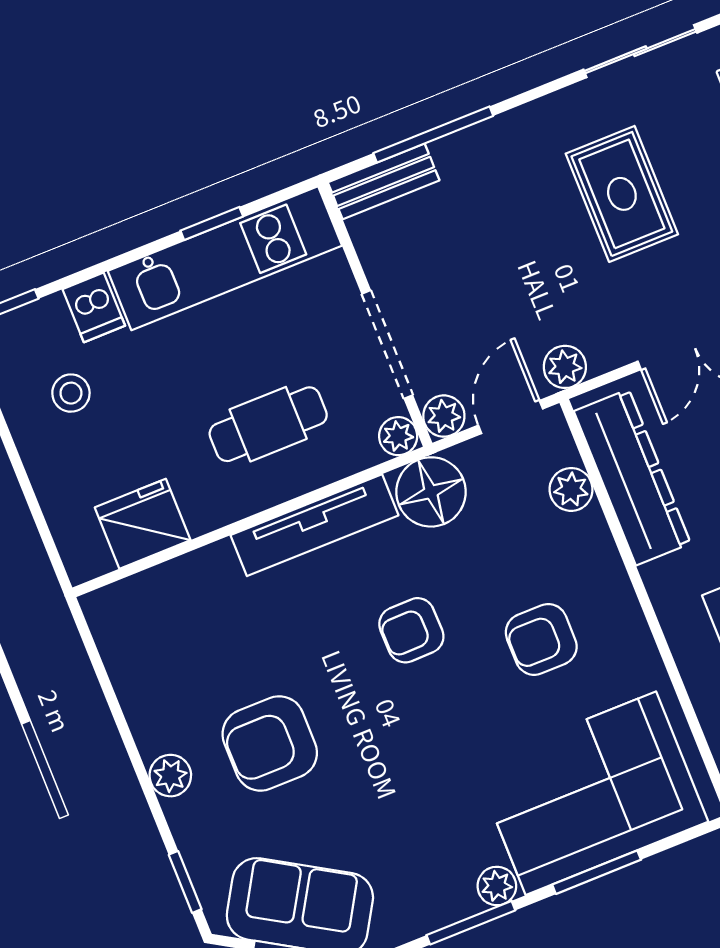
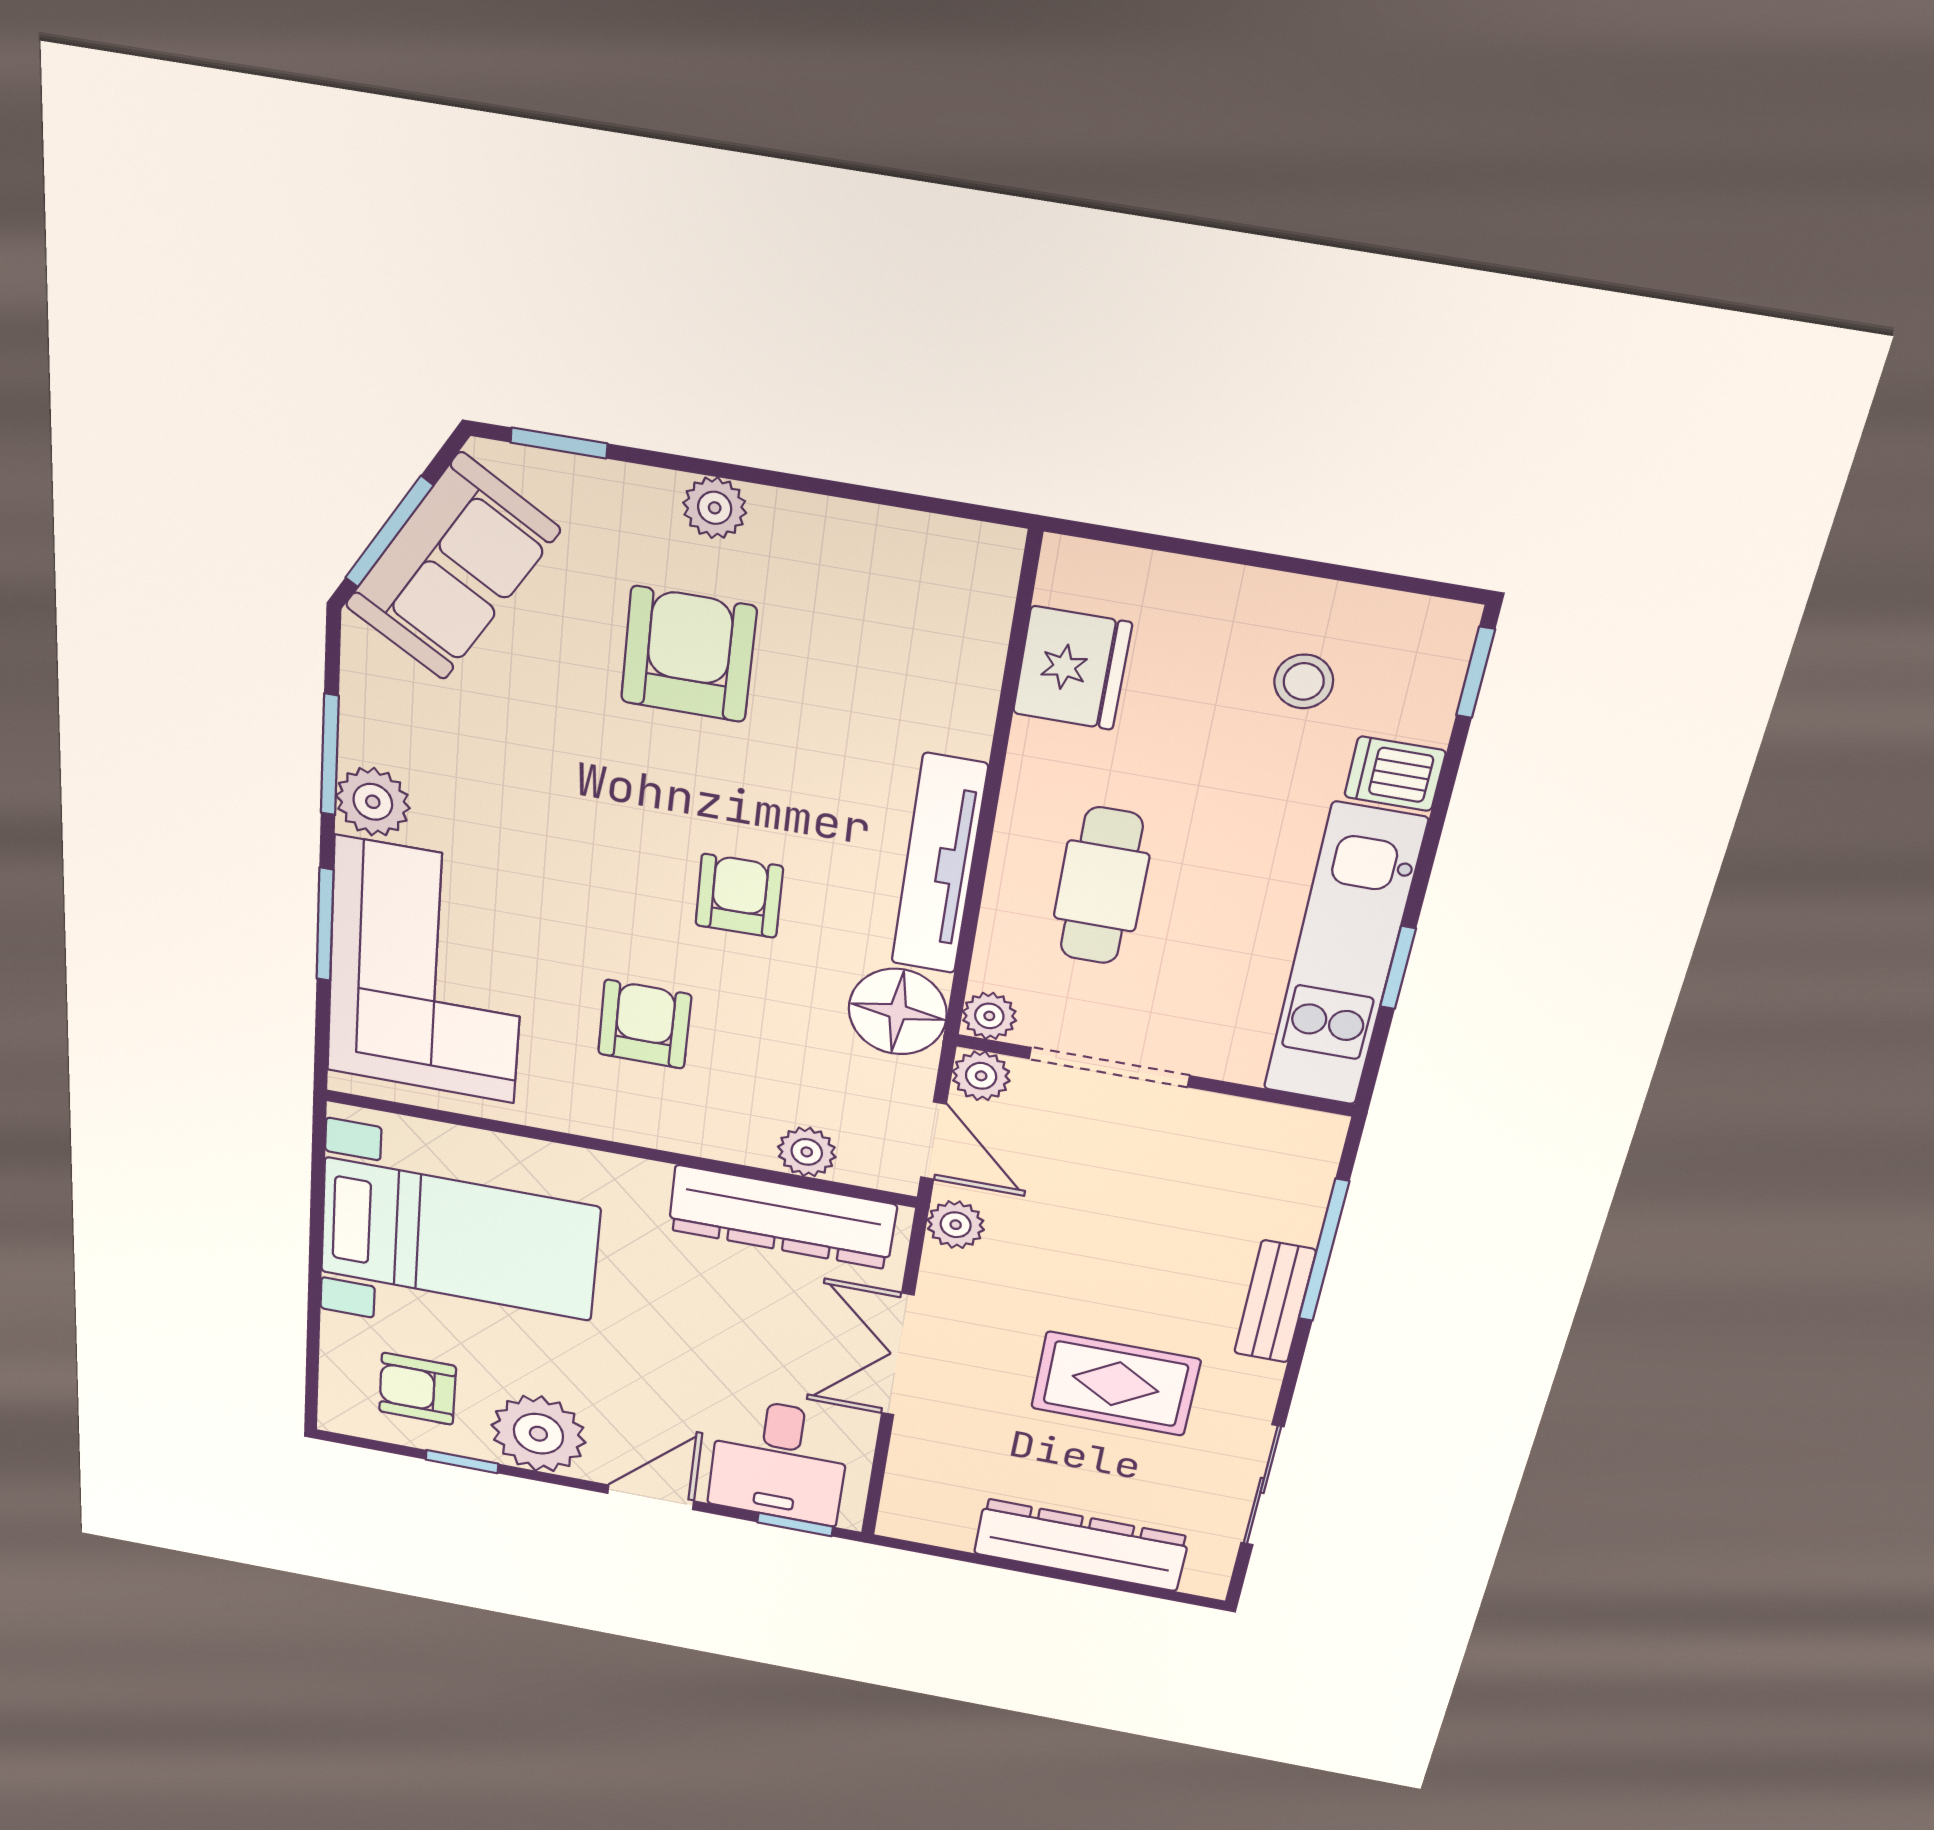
bench: (384, 181) -> (1275, 1302), moved
plant: (497, 886) -> (373, 802), width x1.38, depth x1.38

